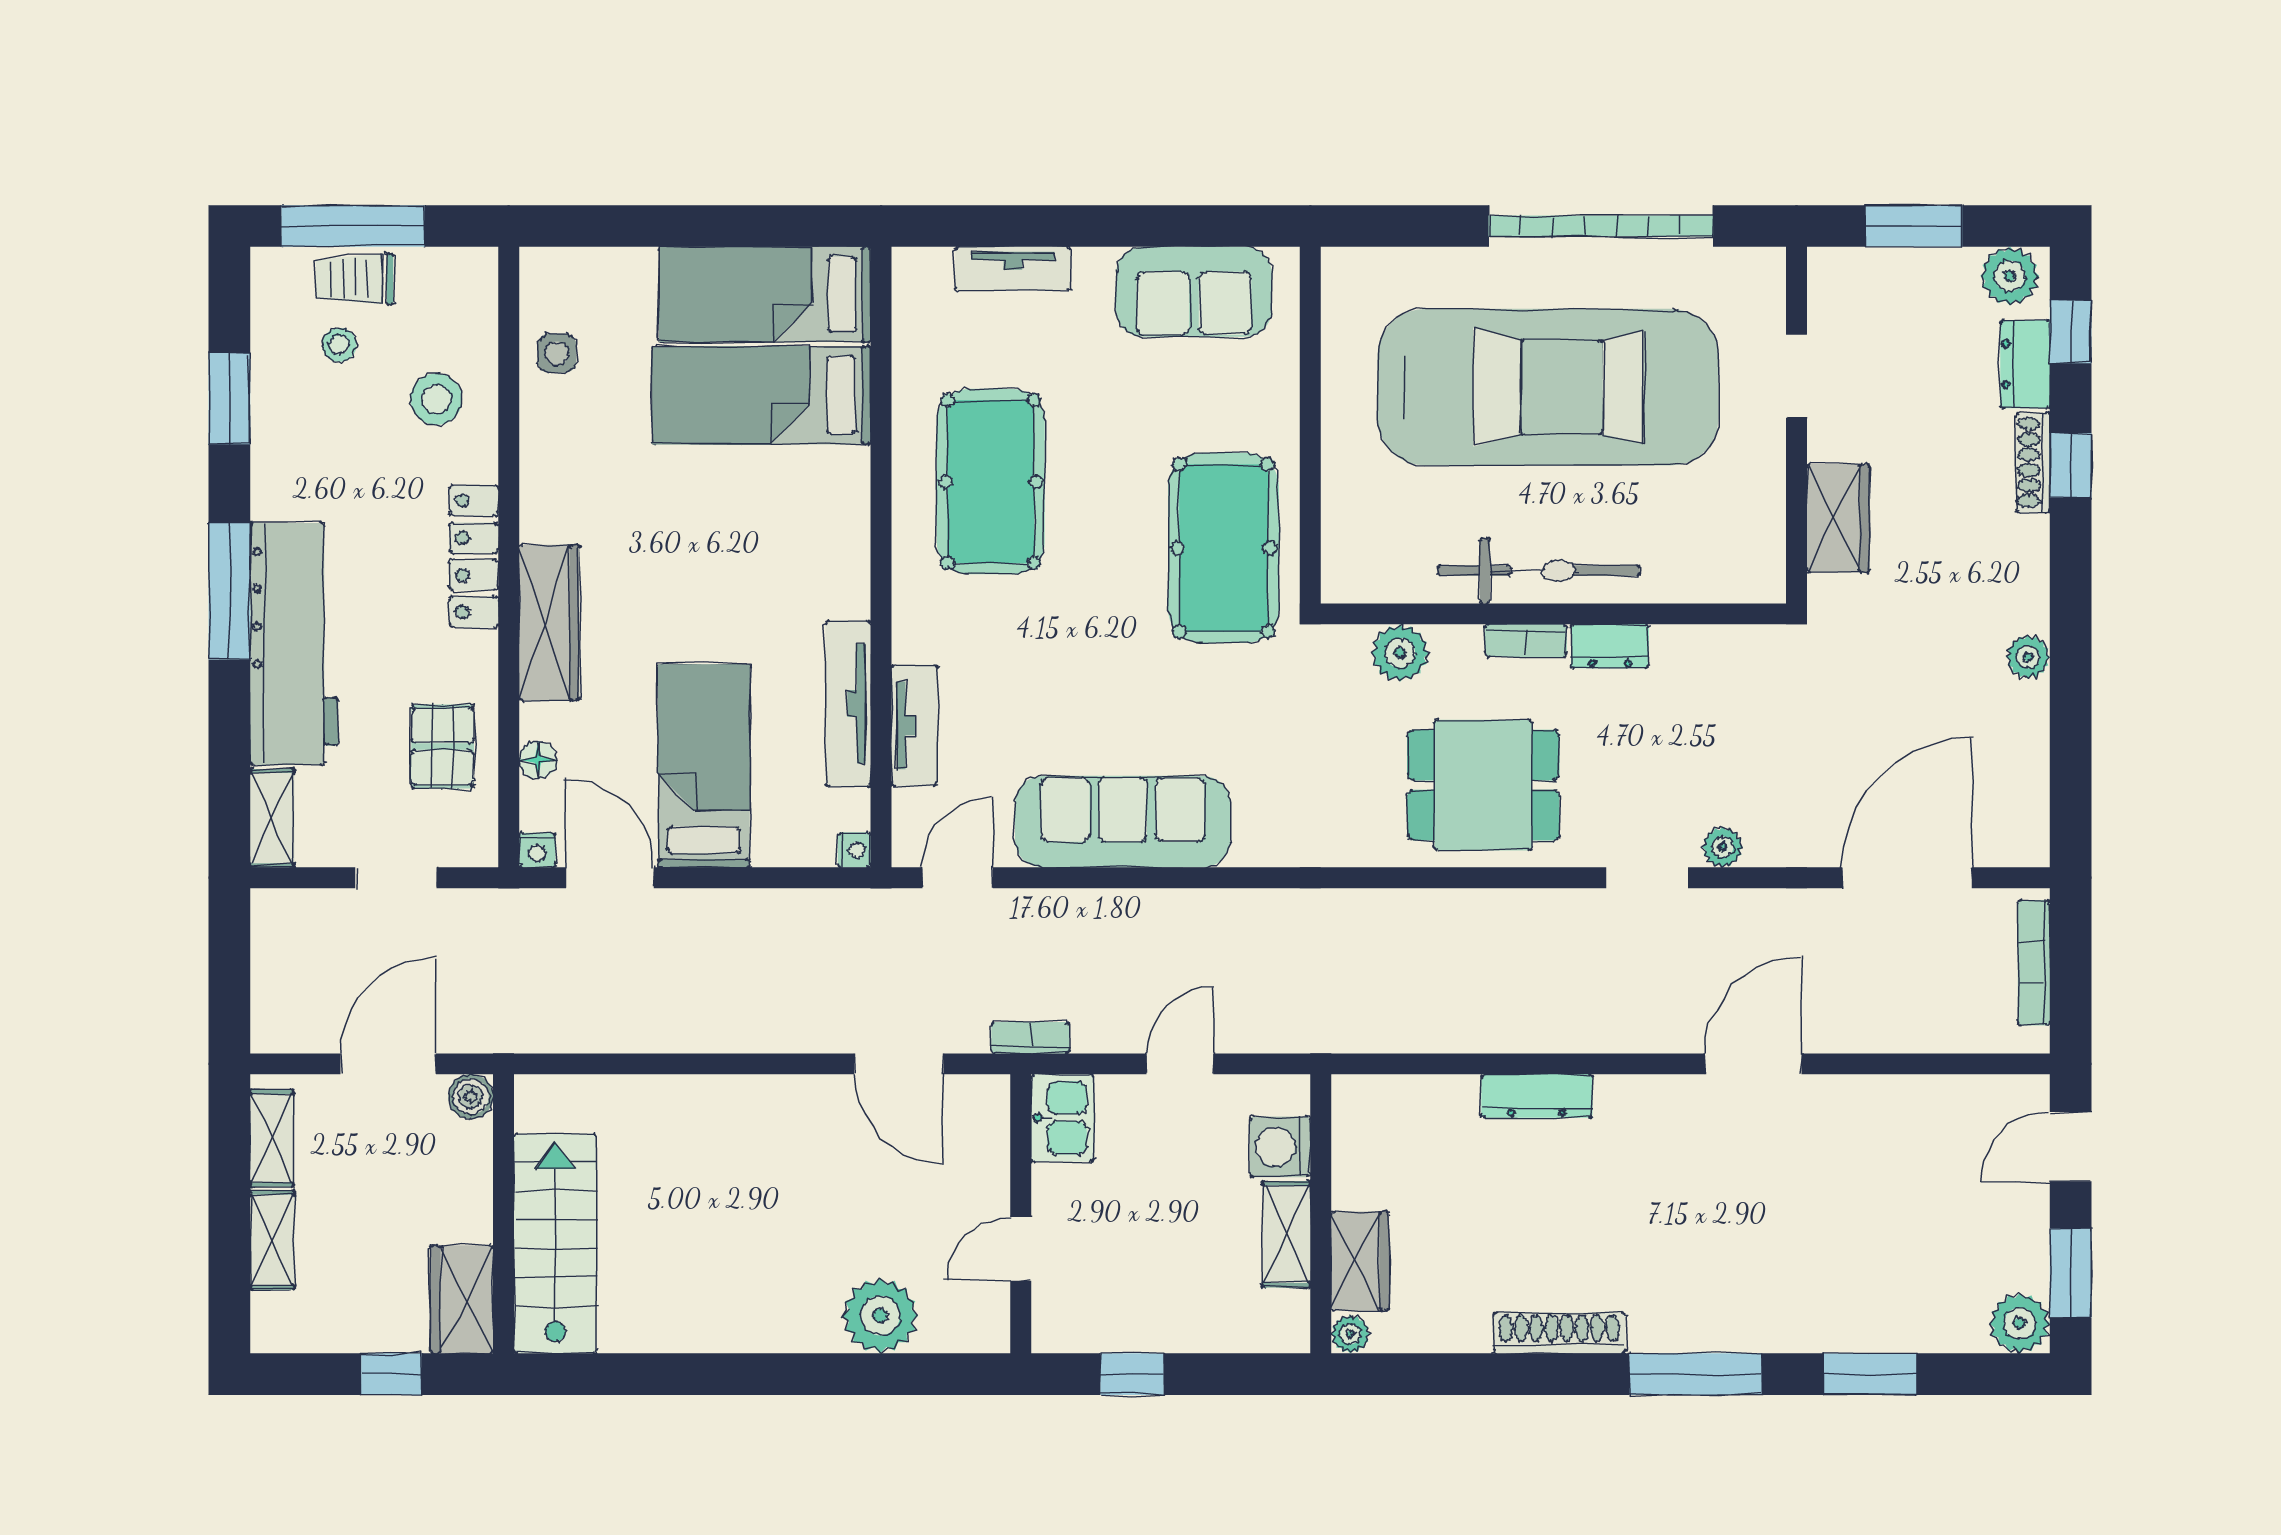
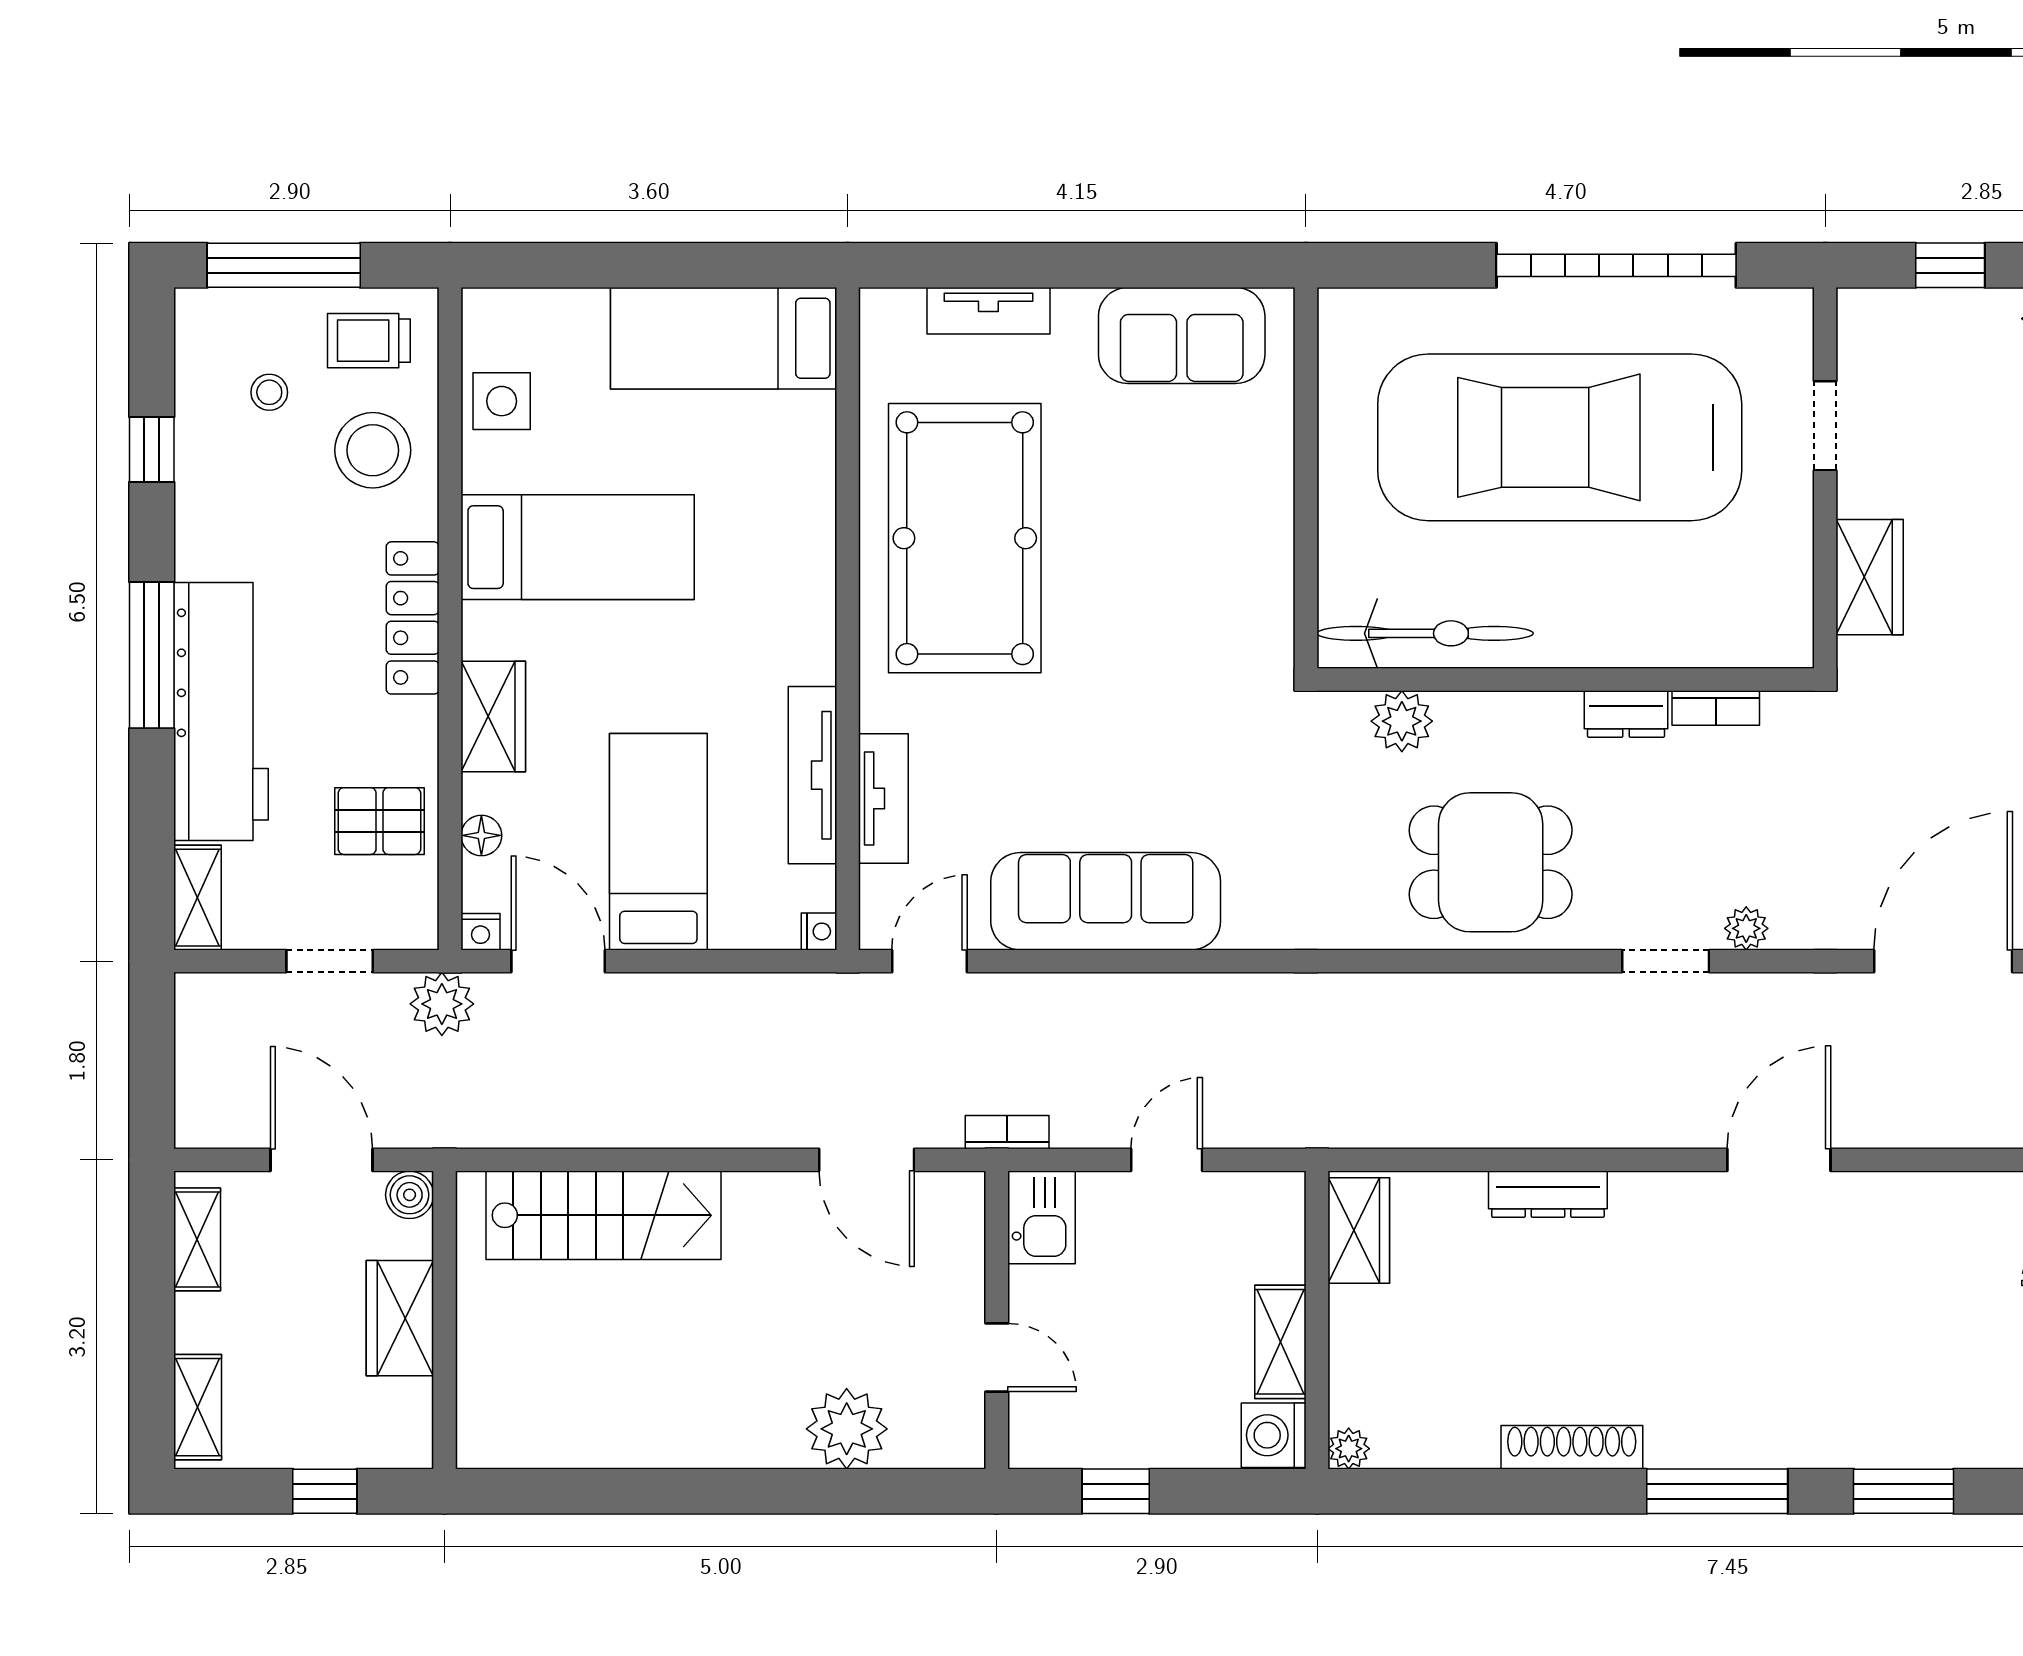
window: (1914, 226) -> (1950, 265), width x0.67
trolley: (355, 279) -> (369, 341), moved
side table: (557, 353) -> (502, 401), width x1.37, depth x1.37
car: (1548, 387) -> (1560, 437), turned 180
bed: (762, 395) -> (578, 547), moved, turned 180
window: (229, 399) -> (152, 450), width x0.67
stool: (436, 399) -> (373, 450), width x1.38, depth x1.38
pool table: (991, 482) -> (965, 538), width x1.36, depth x1.32
pool table: (1224, 548) -> (1213, 609), removed
bicycle: (1538, 571) -> (1425, 633), moved
wardrobe: (549, 623) -> (493, 717), width x0.67
bookcase: (1526, 641) -> (1716, 708), moved
pallet: (443, 746) -> (379, 821), turned 90
plant: (501, 918) -> (442, 1004), added
door: (388, 1064) -> (321, 1160), hinge flipped
washing machine: (1280, 1147) -> (1274, 1435), moved
shelving: (272, 1240) -> (198, 1407), moved
stairs: (555, 1244) -> (603, 1215), moved, turned 90
door: (1021, 1249) -> (997, 1357), swing flipped
wardrobe: (1360, 1261) -> (1359, 1230), moved
wardrobe: (462, 1299) -> (400, 1318), moved

